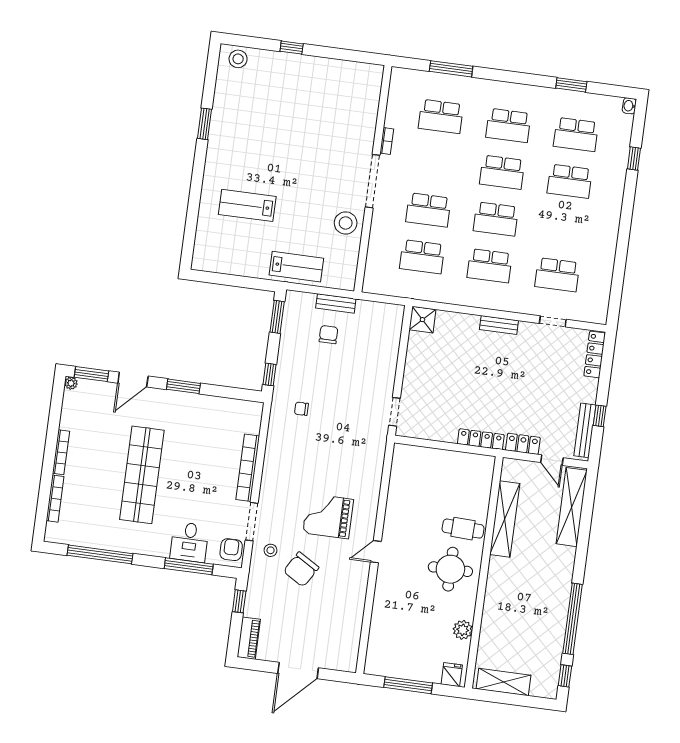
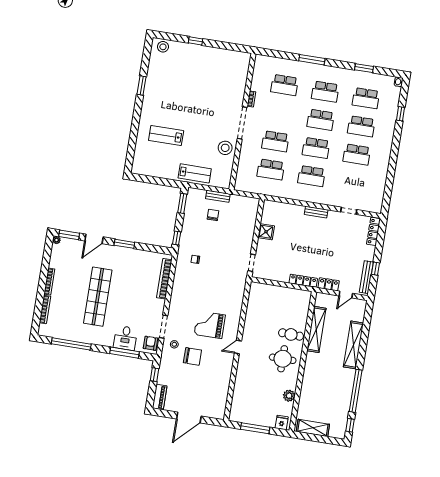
window: (451, 69) -> (312, 60), moved
school desk: (557, 275) -> (357, 154), moved
shower: (422, 320) -> (266, 232), moved
door: (552, 460) -> (346, 295), hinge flipped
bookcase: (248, 468) -> (164, 279), moved
shelving: (572, 507) -> (353, 345), moved
chair: (301, 569) -> (192, 356), turned -121

